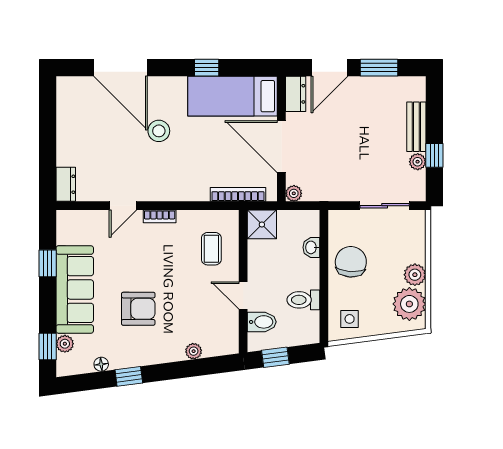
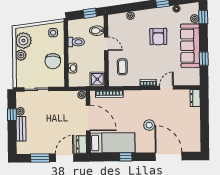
armchair: (138, 309) -> (158, 37), turned -90

